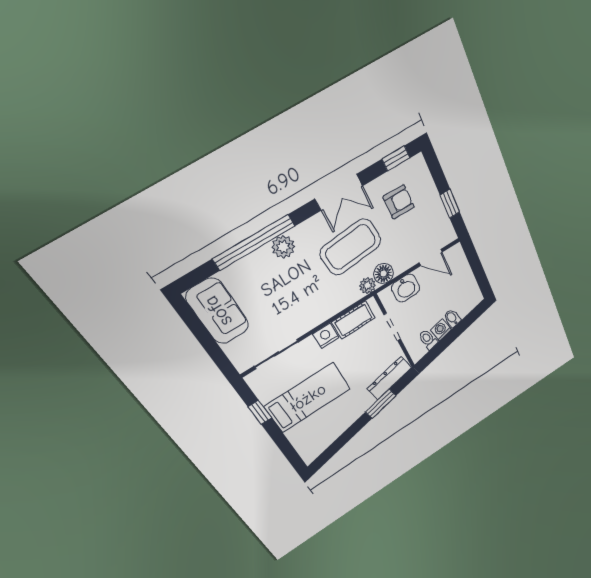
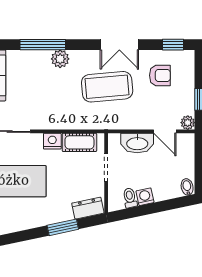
window: (254, 242) -> (43, 45), width x0.68
floor lamp: (384, 273) -> (121, 121), removed
plant: (367, 286) -> (188, 123), moved
washbasin: (406, 288) -> (137, 143), width x1.38
bidet: (452, 318) -> (187, 187), moved
dresser: (389, 378) -> (88, 208), width x0.70

